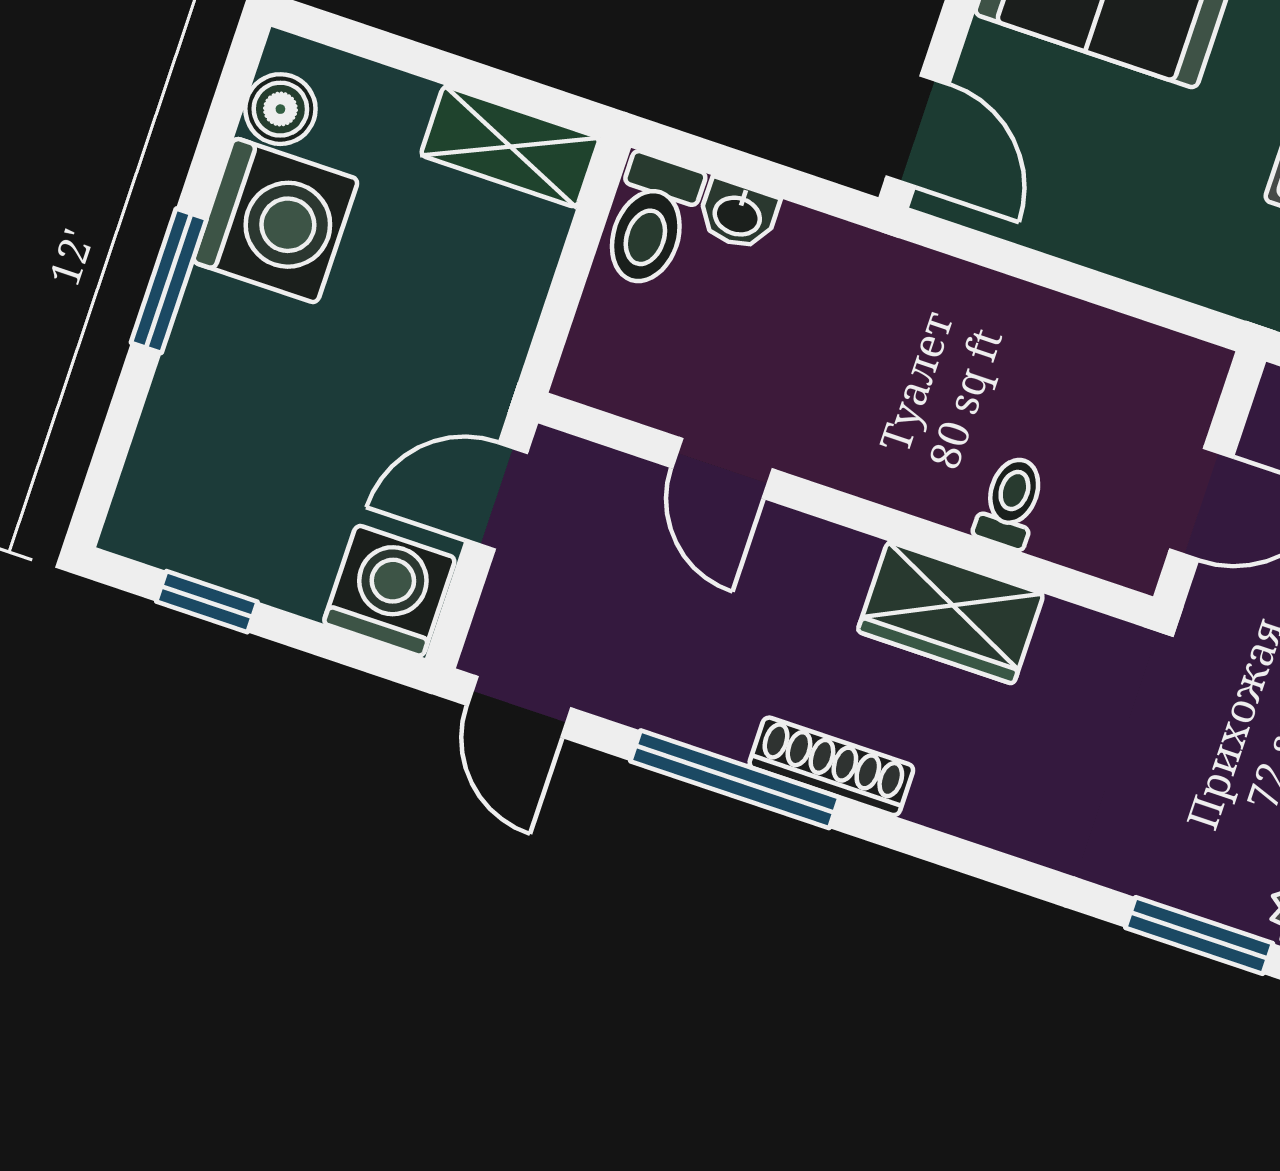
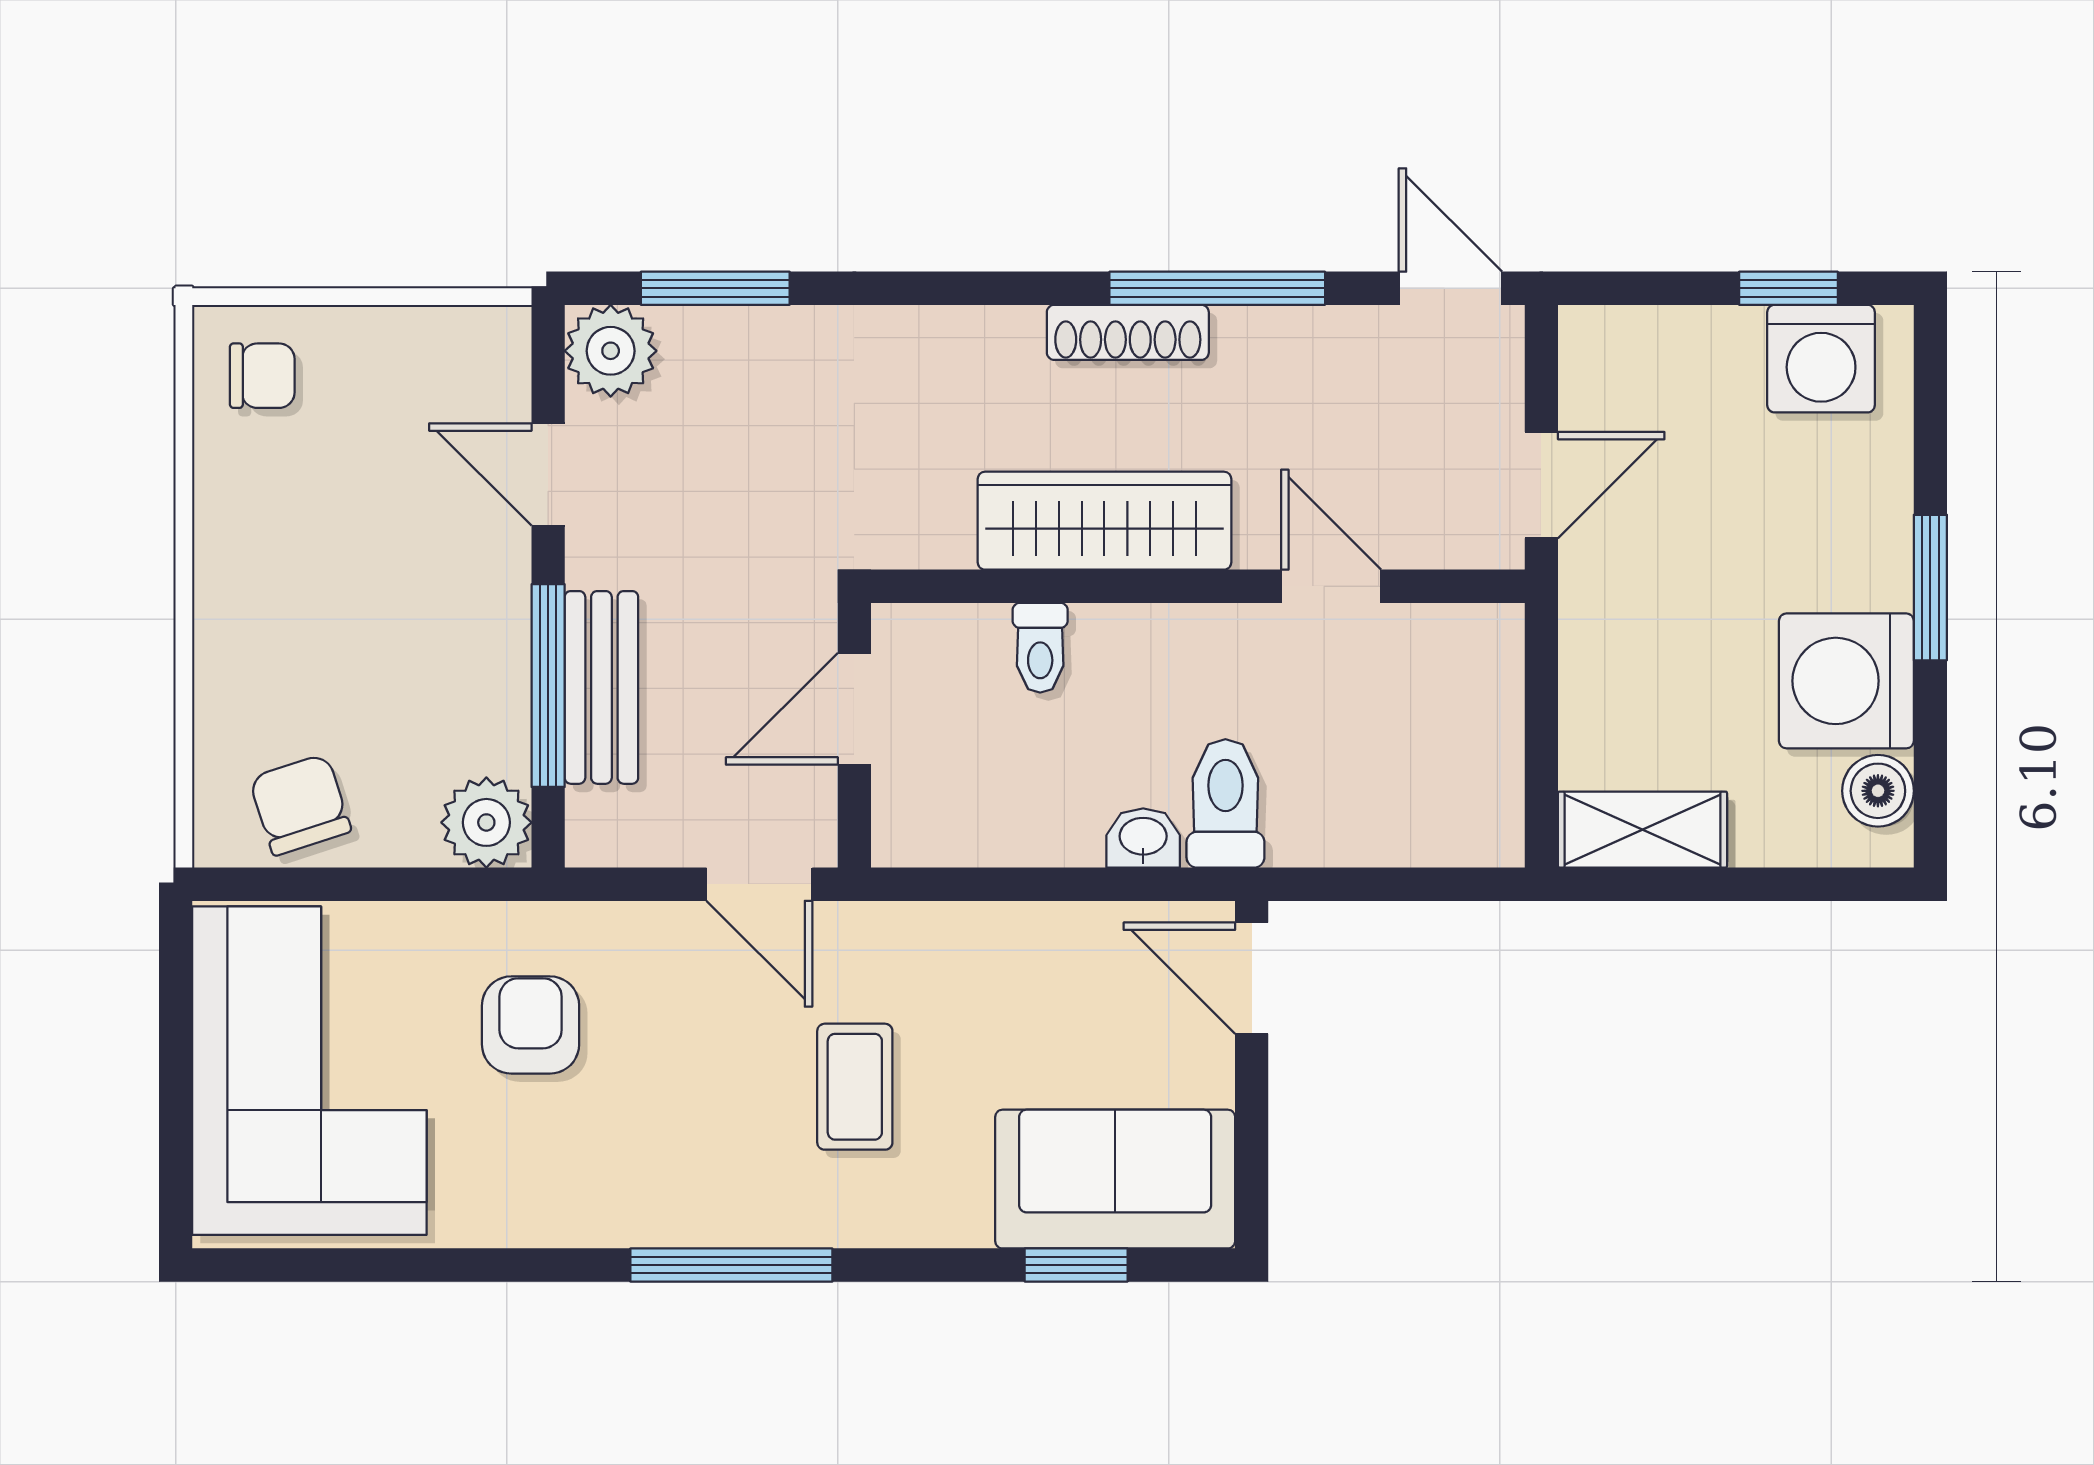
washbasin: (738, 214) -> (1143, 838), moved
toilet: (651, 221) -> (1225, 803), moved
washing machine: (390, 591) -> (1821, 359), moved
wardrobe: (951, 613) -> (1104, 521), width x1.50

